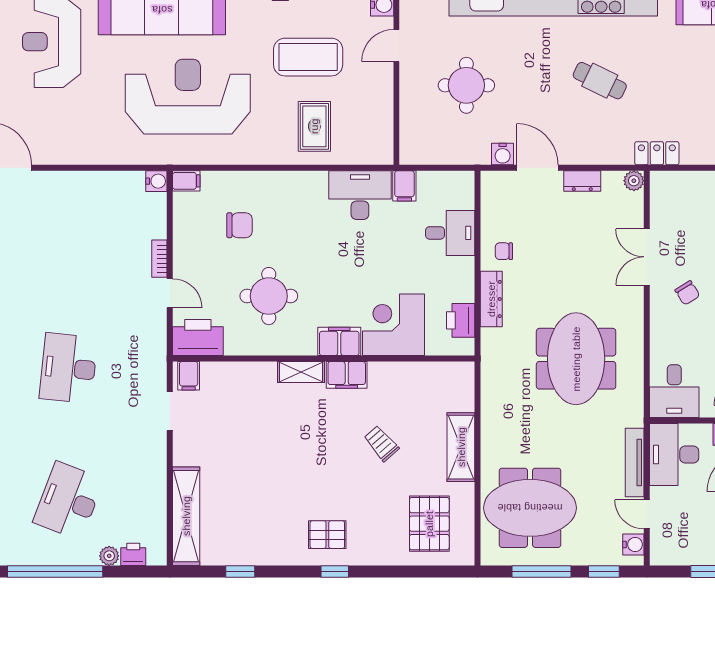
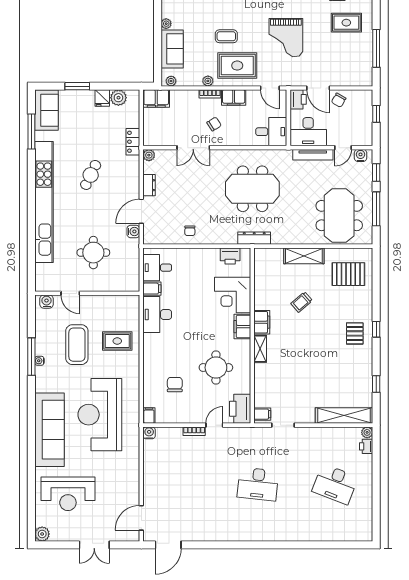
desk: (450, 233) -> (157, 268), moved, turned -90
dresser: (491, 299) -> (254, 238), moved
plant: (109, 556) -> (367, 432), moved
window: (55, 571) -> (376, 492), removed

